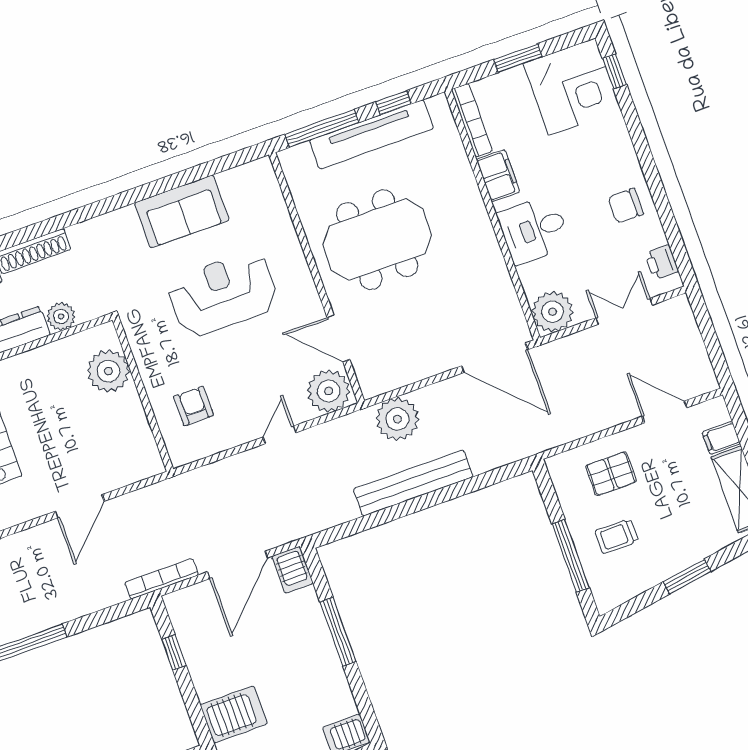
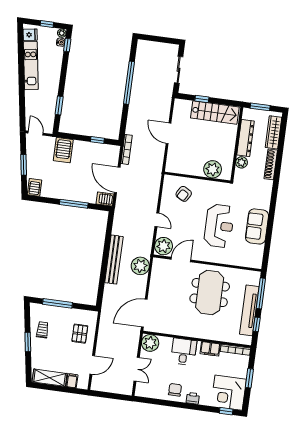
printer: (662, 262) -> (193, 398), moved
armchair: (194, 406) -> (184, 194), turned 120
trolley: (617, 536) -> (42, 330), moved

